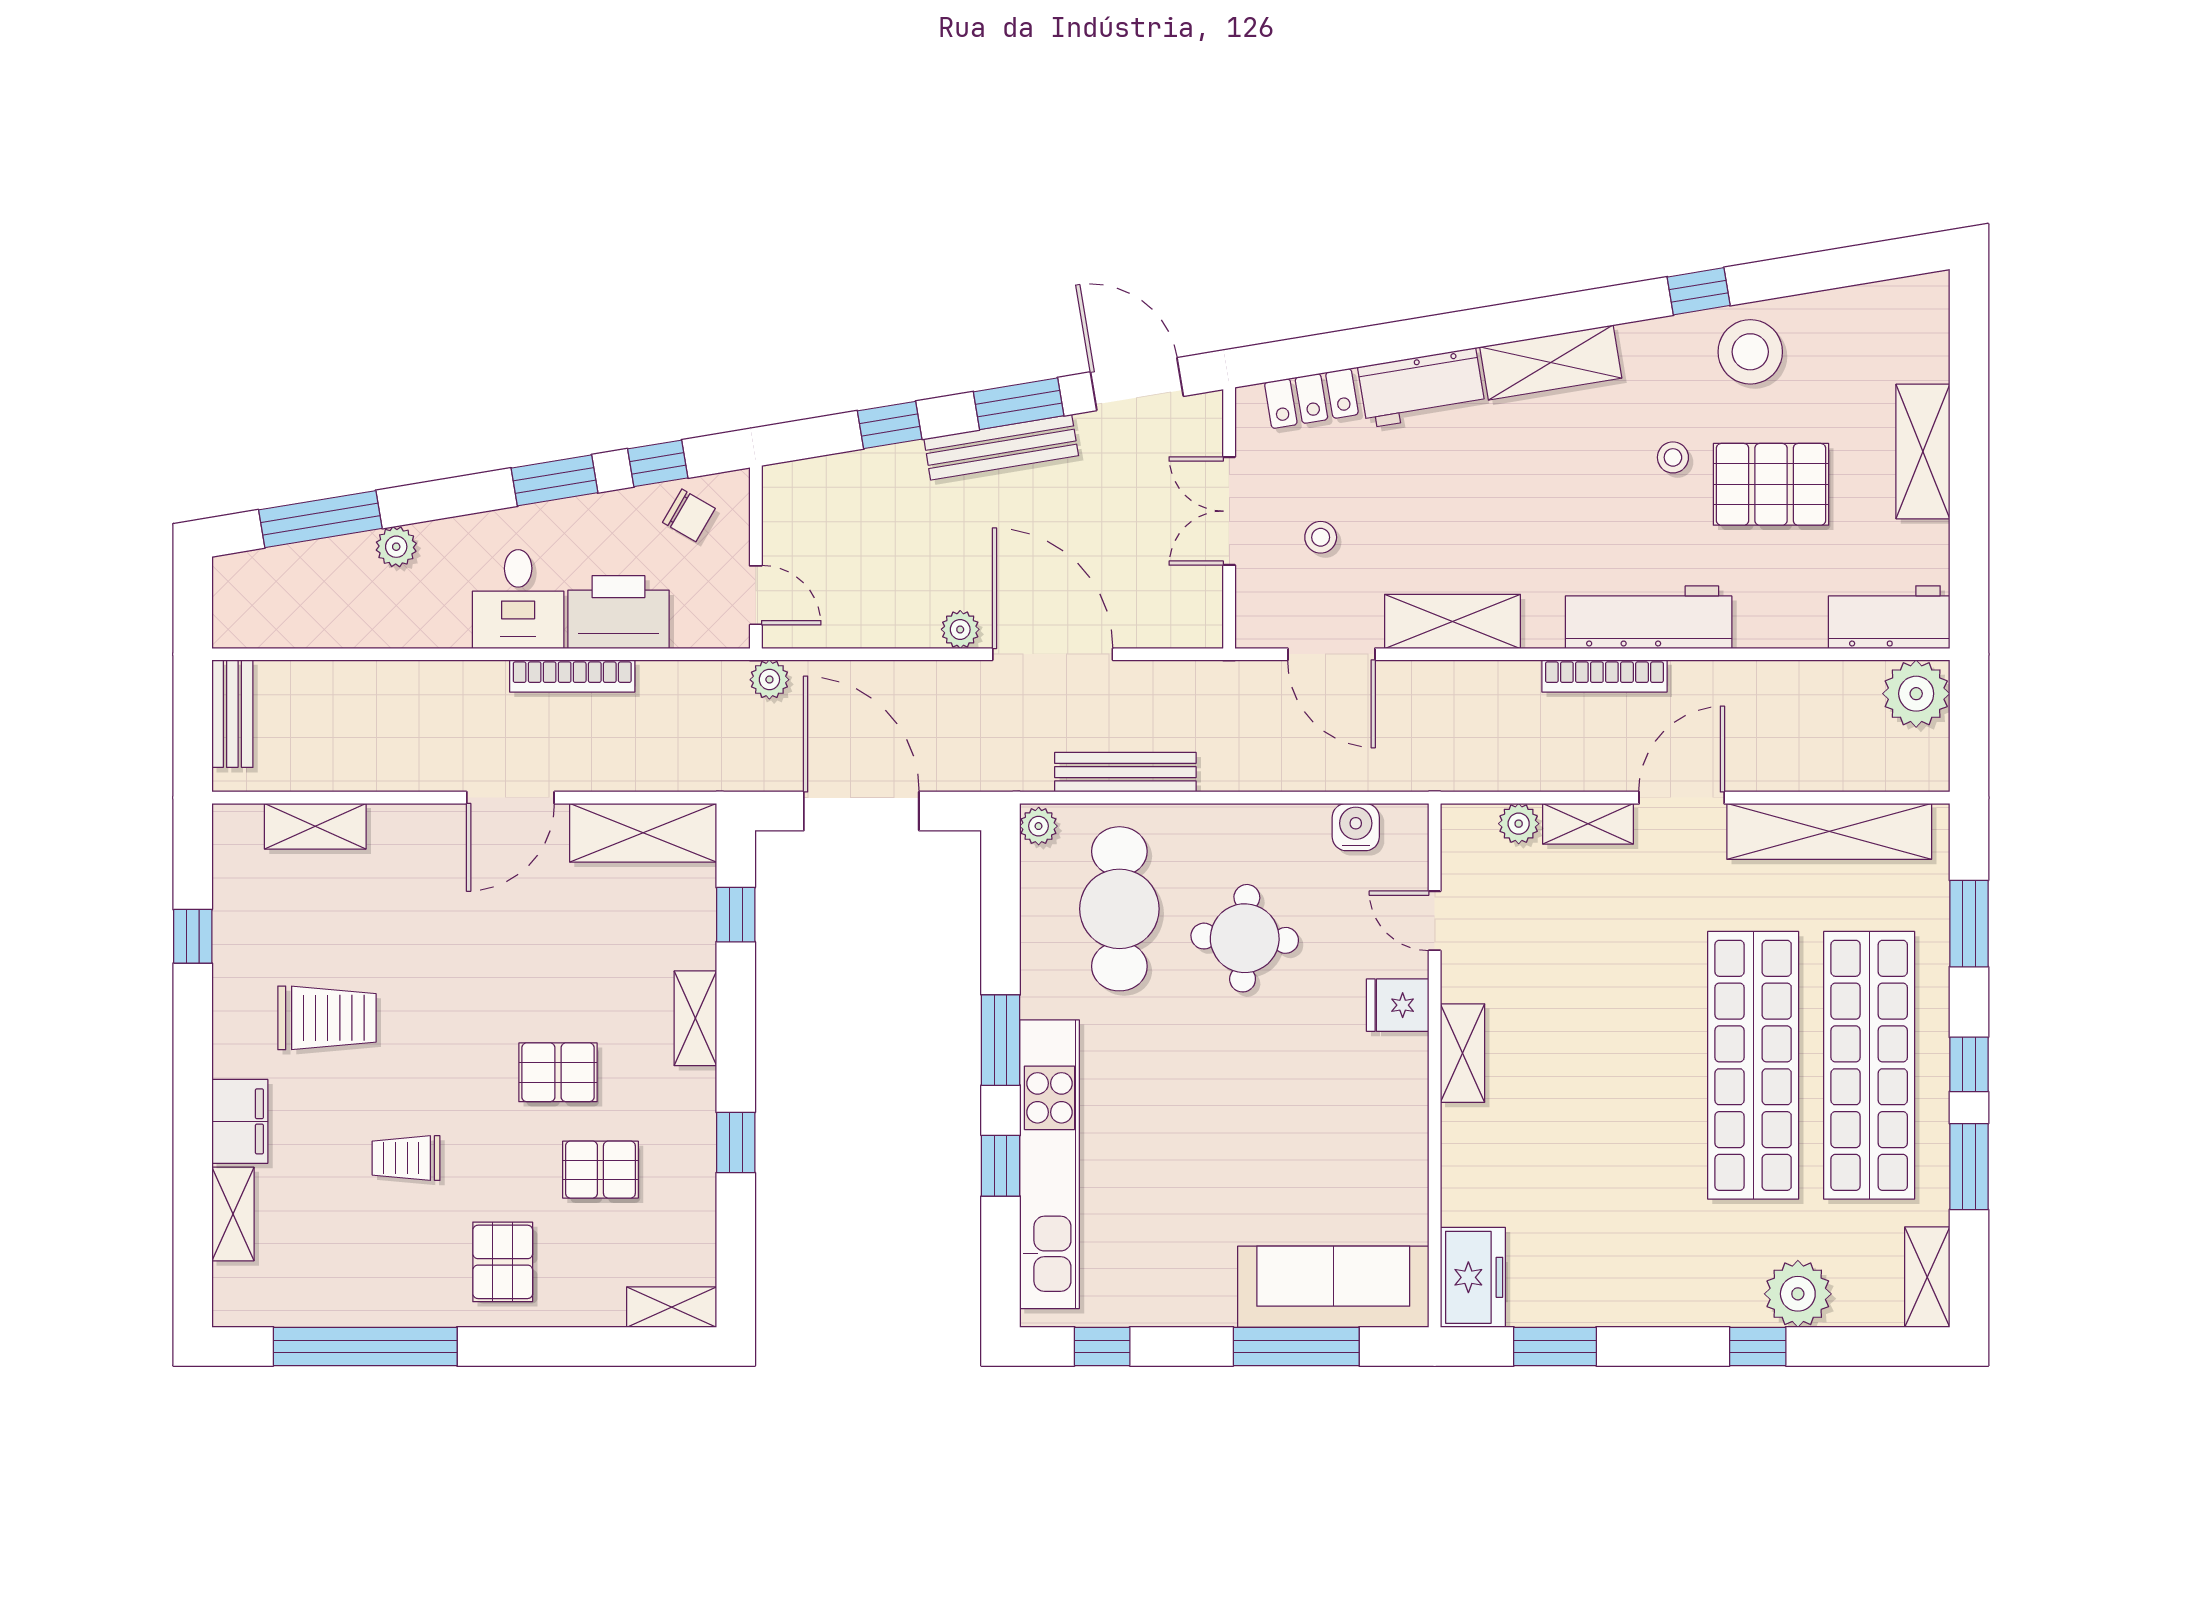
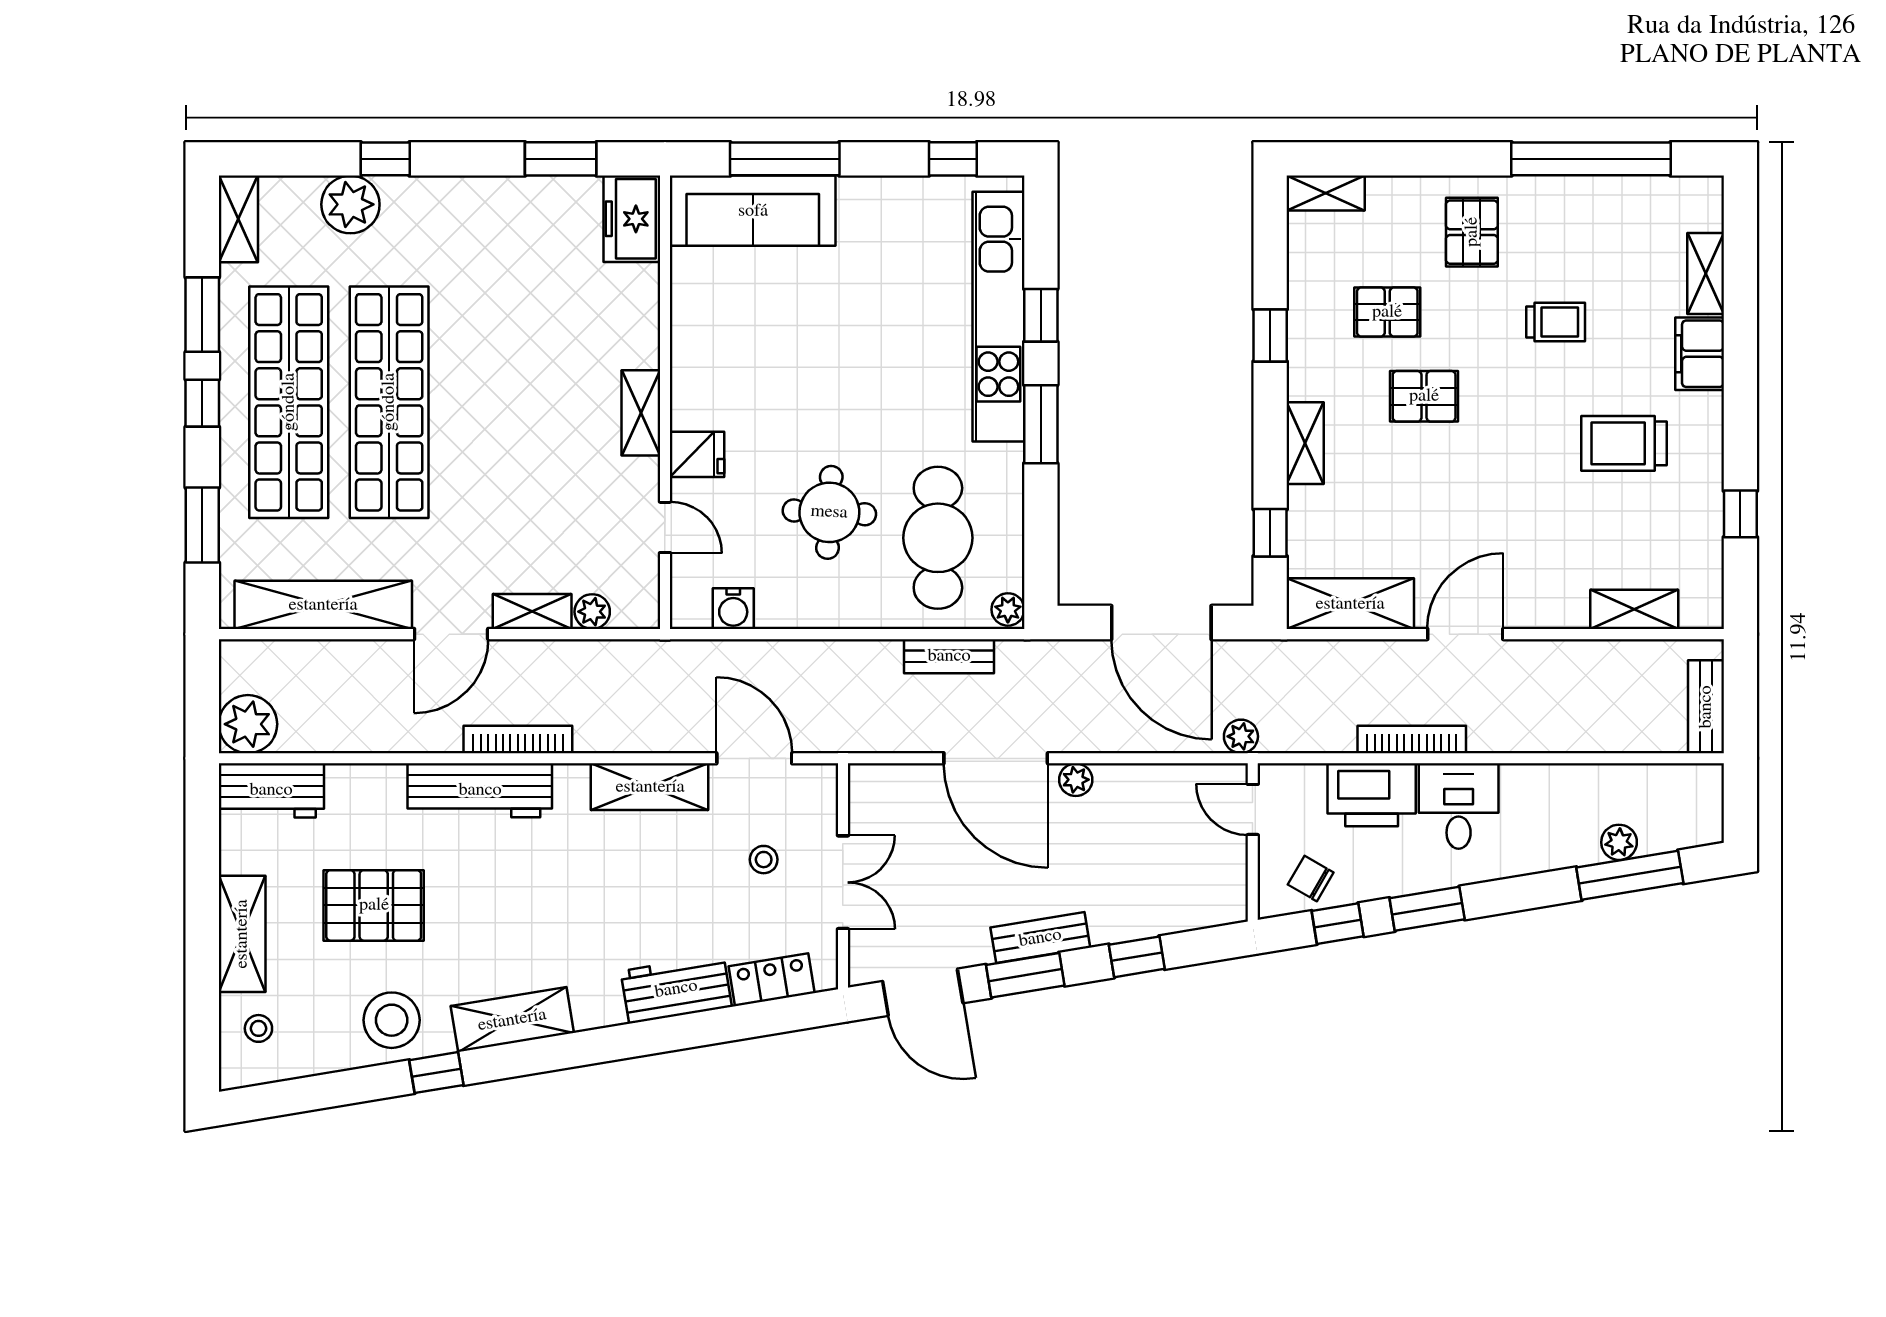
shelving: (1551, 363) -> (512, 1020), moved
bench: (1001, 447) -> (1040, 938), width x0.73
stool: (1673, 457) -> (258, 1028), moved
plant: (396, 547) -> (1619, 842), moved
bench: (1125, 772) -> (949, 656), width x0.73

